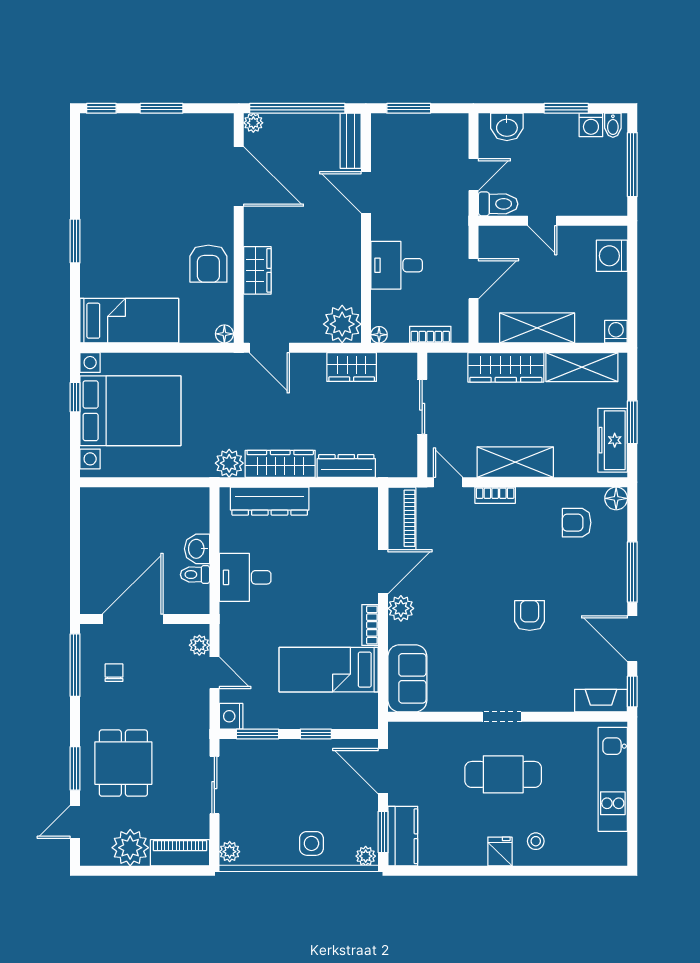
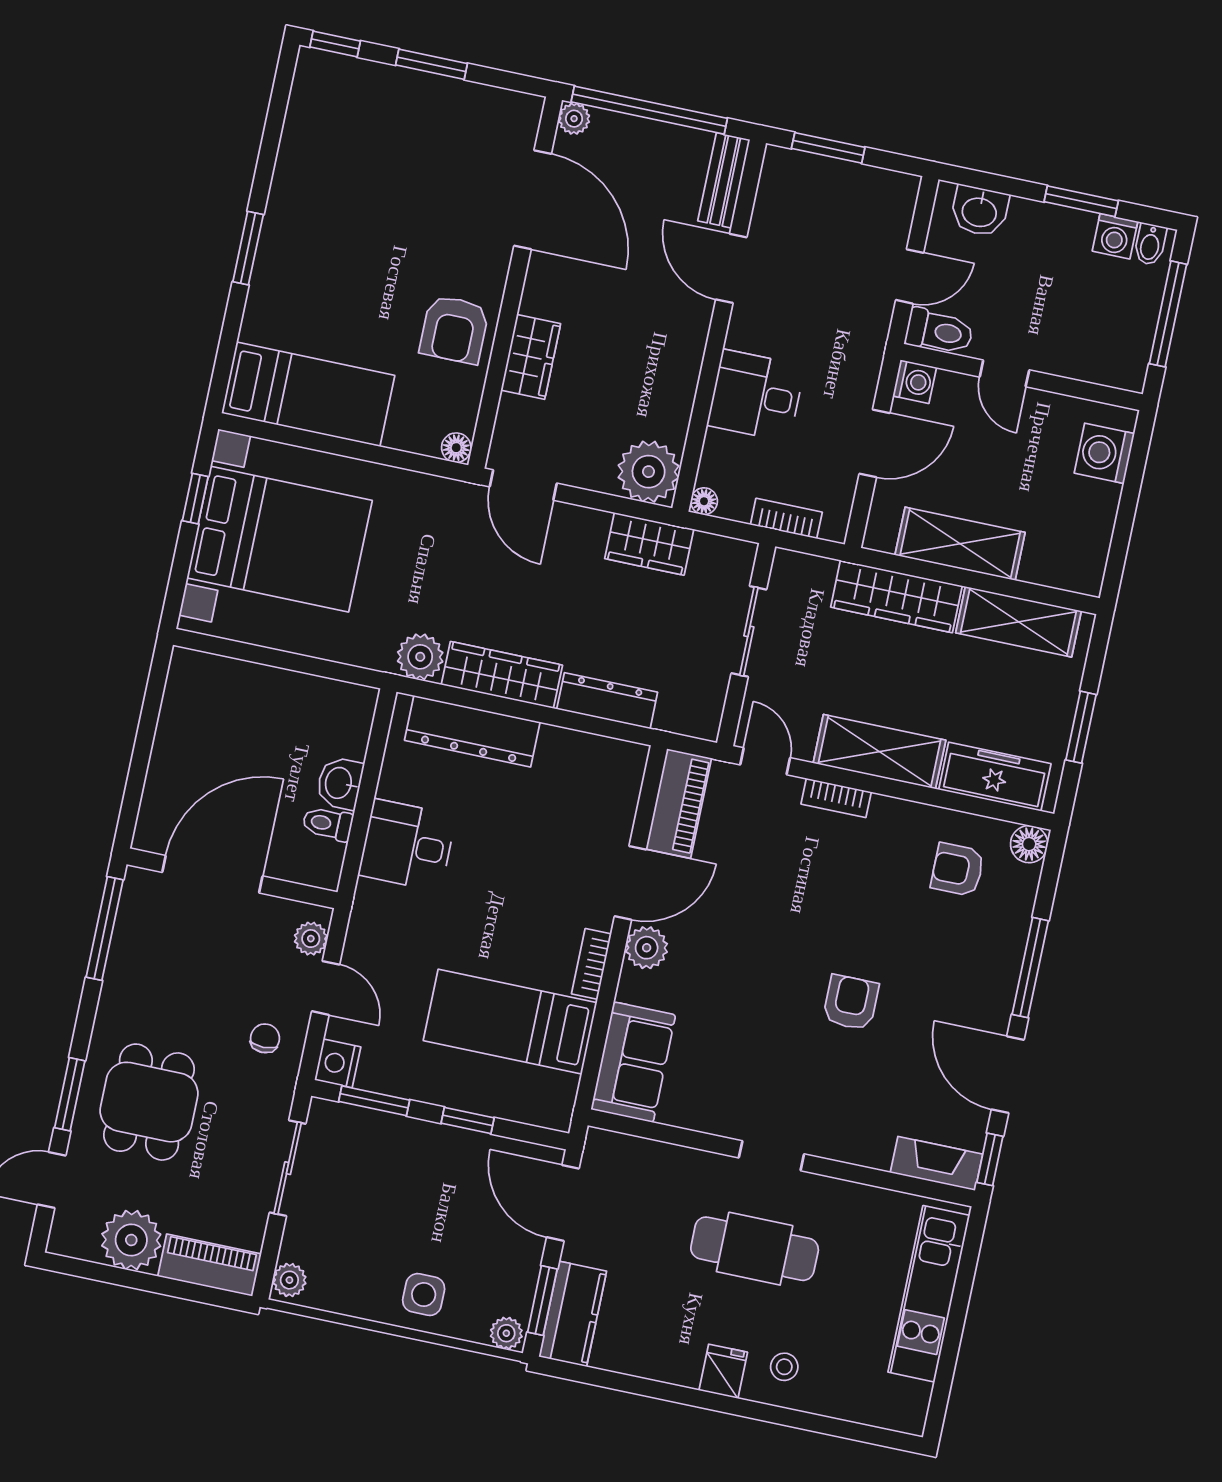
washing machine: (616, 332) -> (915, 382), moved, turned 90
freezer: (613, 440) -> (995, 777), moved, turned 90
chair: (114, 673) -> (265, 1038), moved

